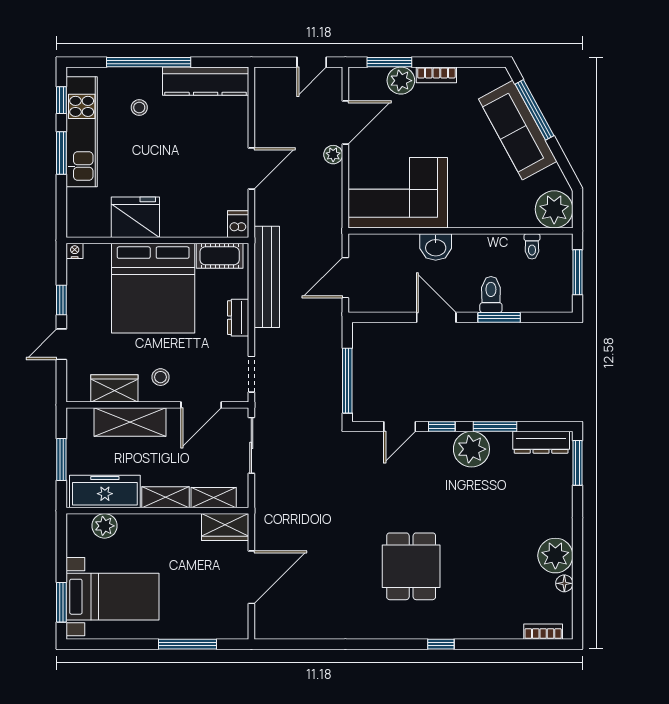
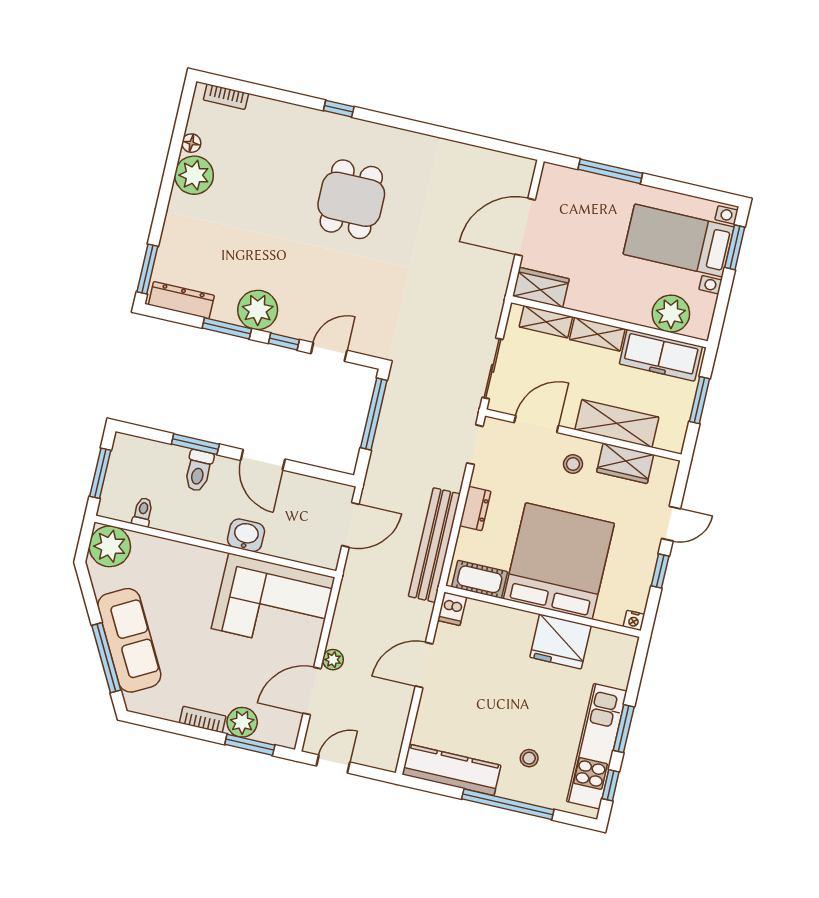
plant: (105, 526) -> (671, 314), width x1.36, depth x1.36

